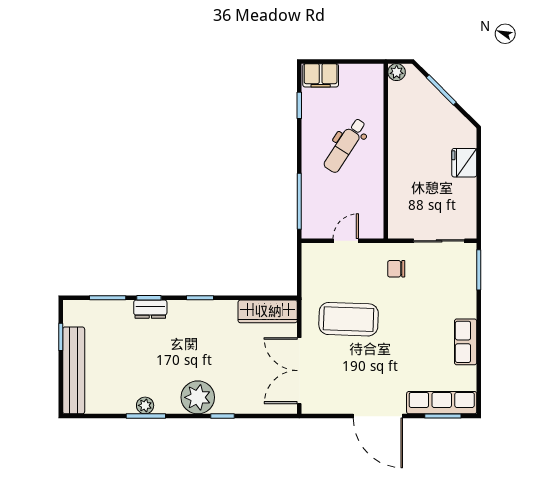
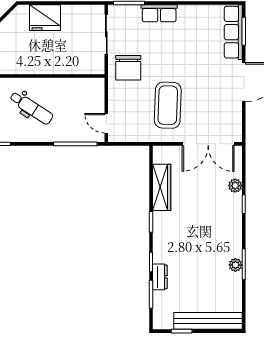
fridge: (464, 163) -> (45, 18), width x1.36, depth x1.34
door: (346, 241) -> (106, 123), moved
chair: (396, 269) -> (128, 68), width x1.87, depth x1.87
dresser: (150, 309) -> (160, 277), moved
wardrobe: (268, 311) -> (162, 187), moved
row of seats: (466, 342) -> (159, 13), moved
plant: (198, 397) -> (235, 186), moved, width x0.53, depth x0.53

